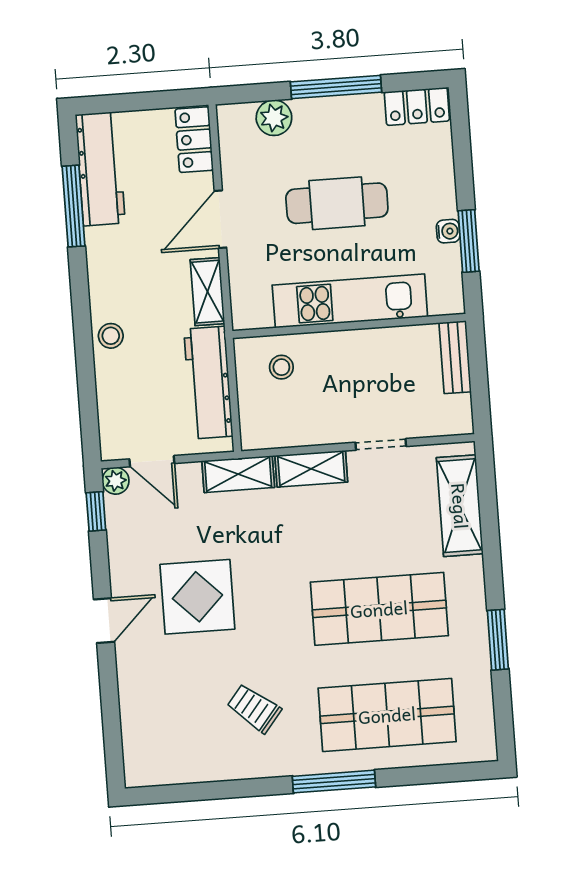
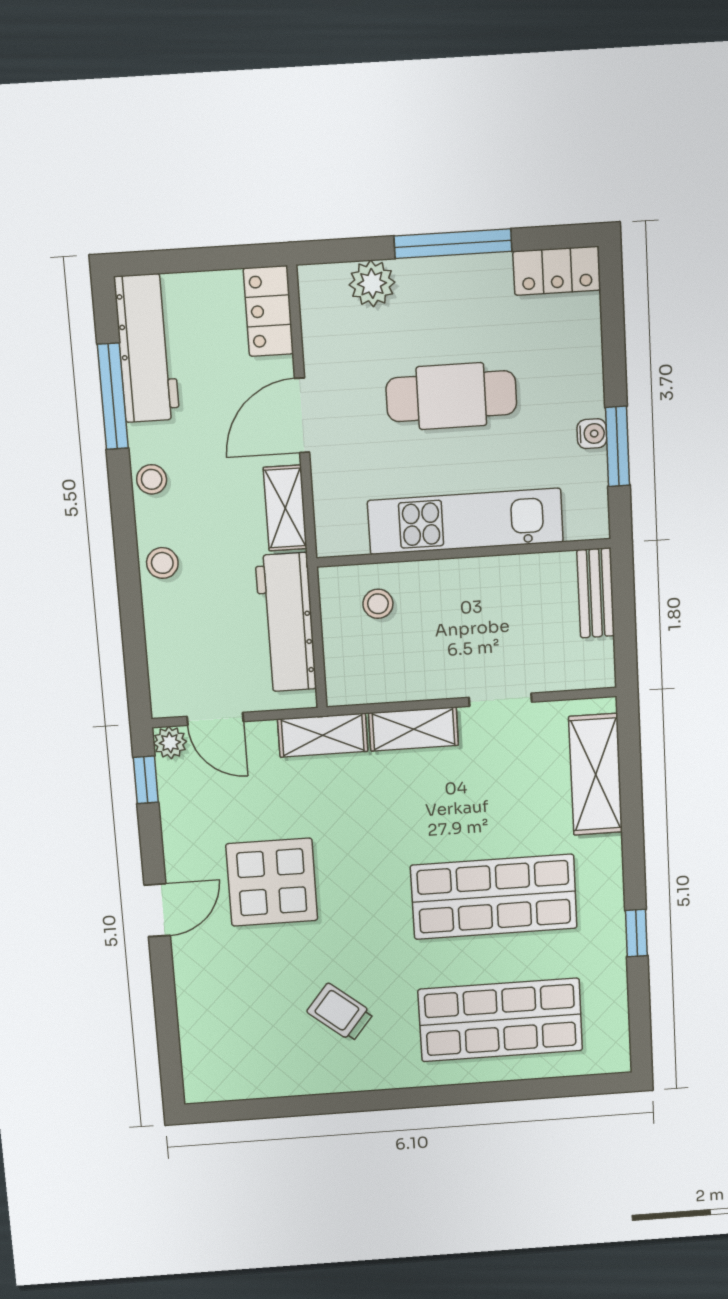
stool: (103, 270) -> (152, 479), added
window: (498, 640) -> (636, 933), width x0.67
window: (334, 782) -> (435, 1096), removed

